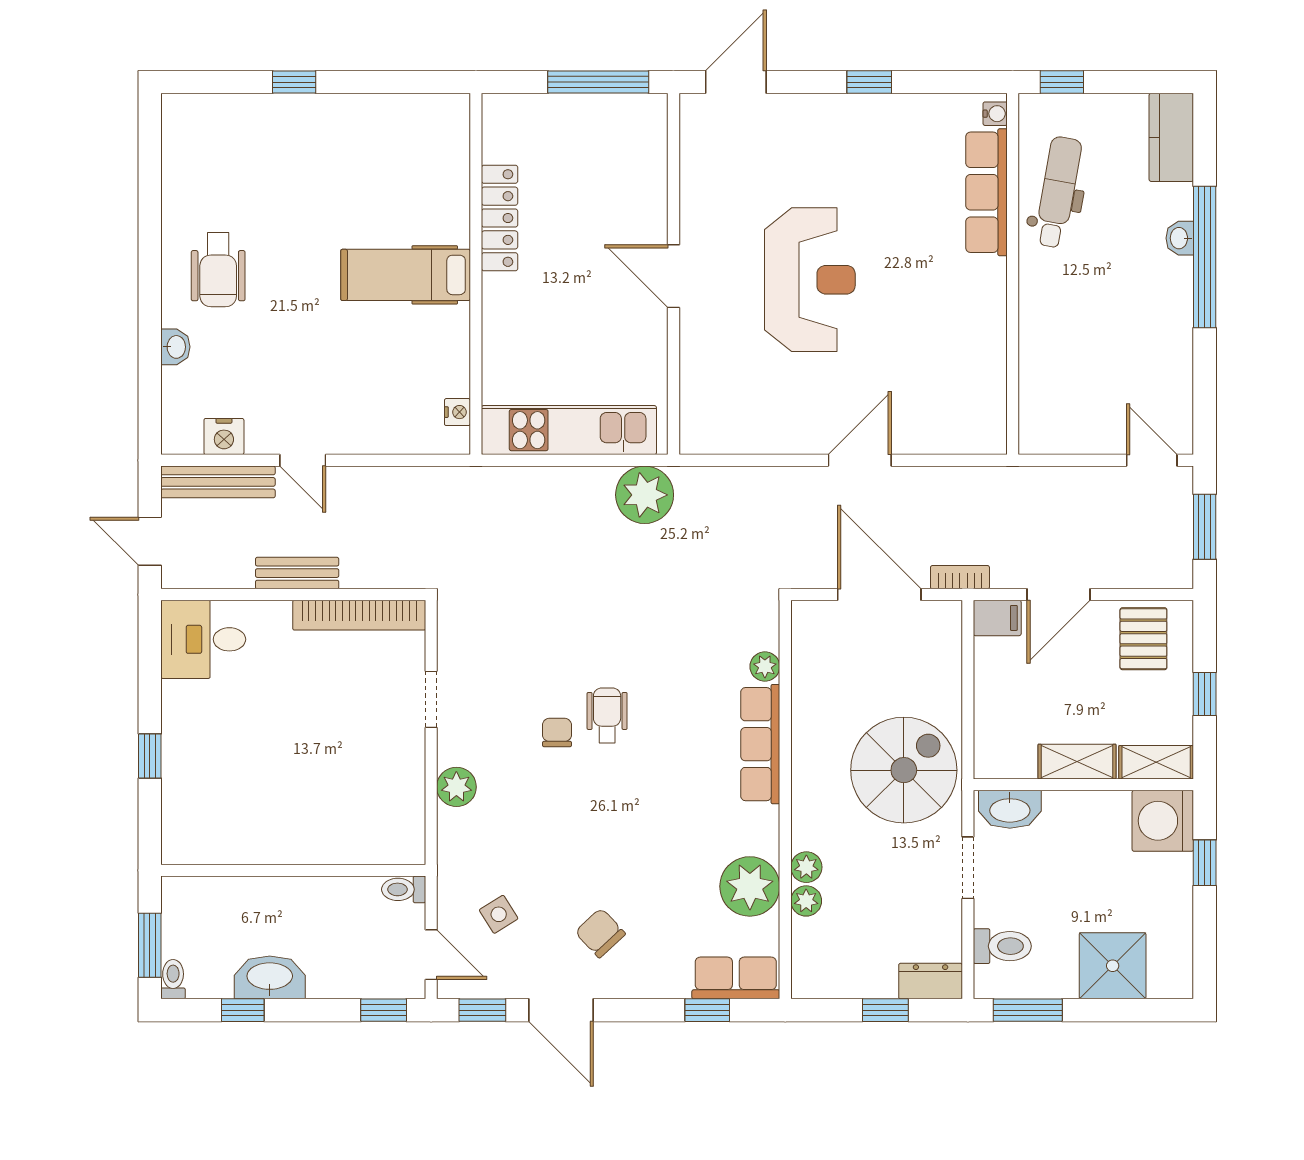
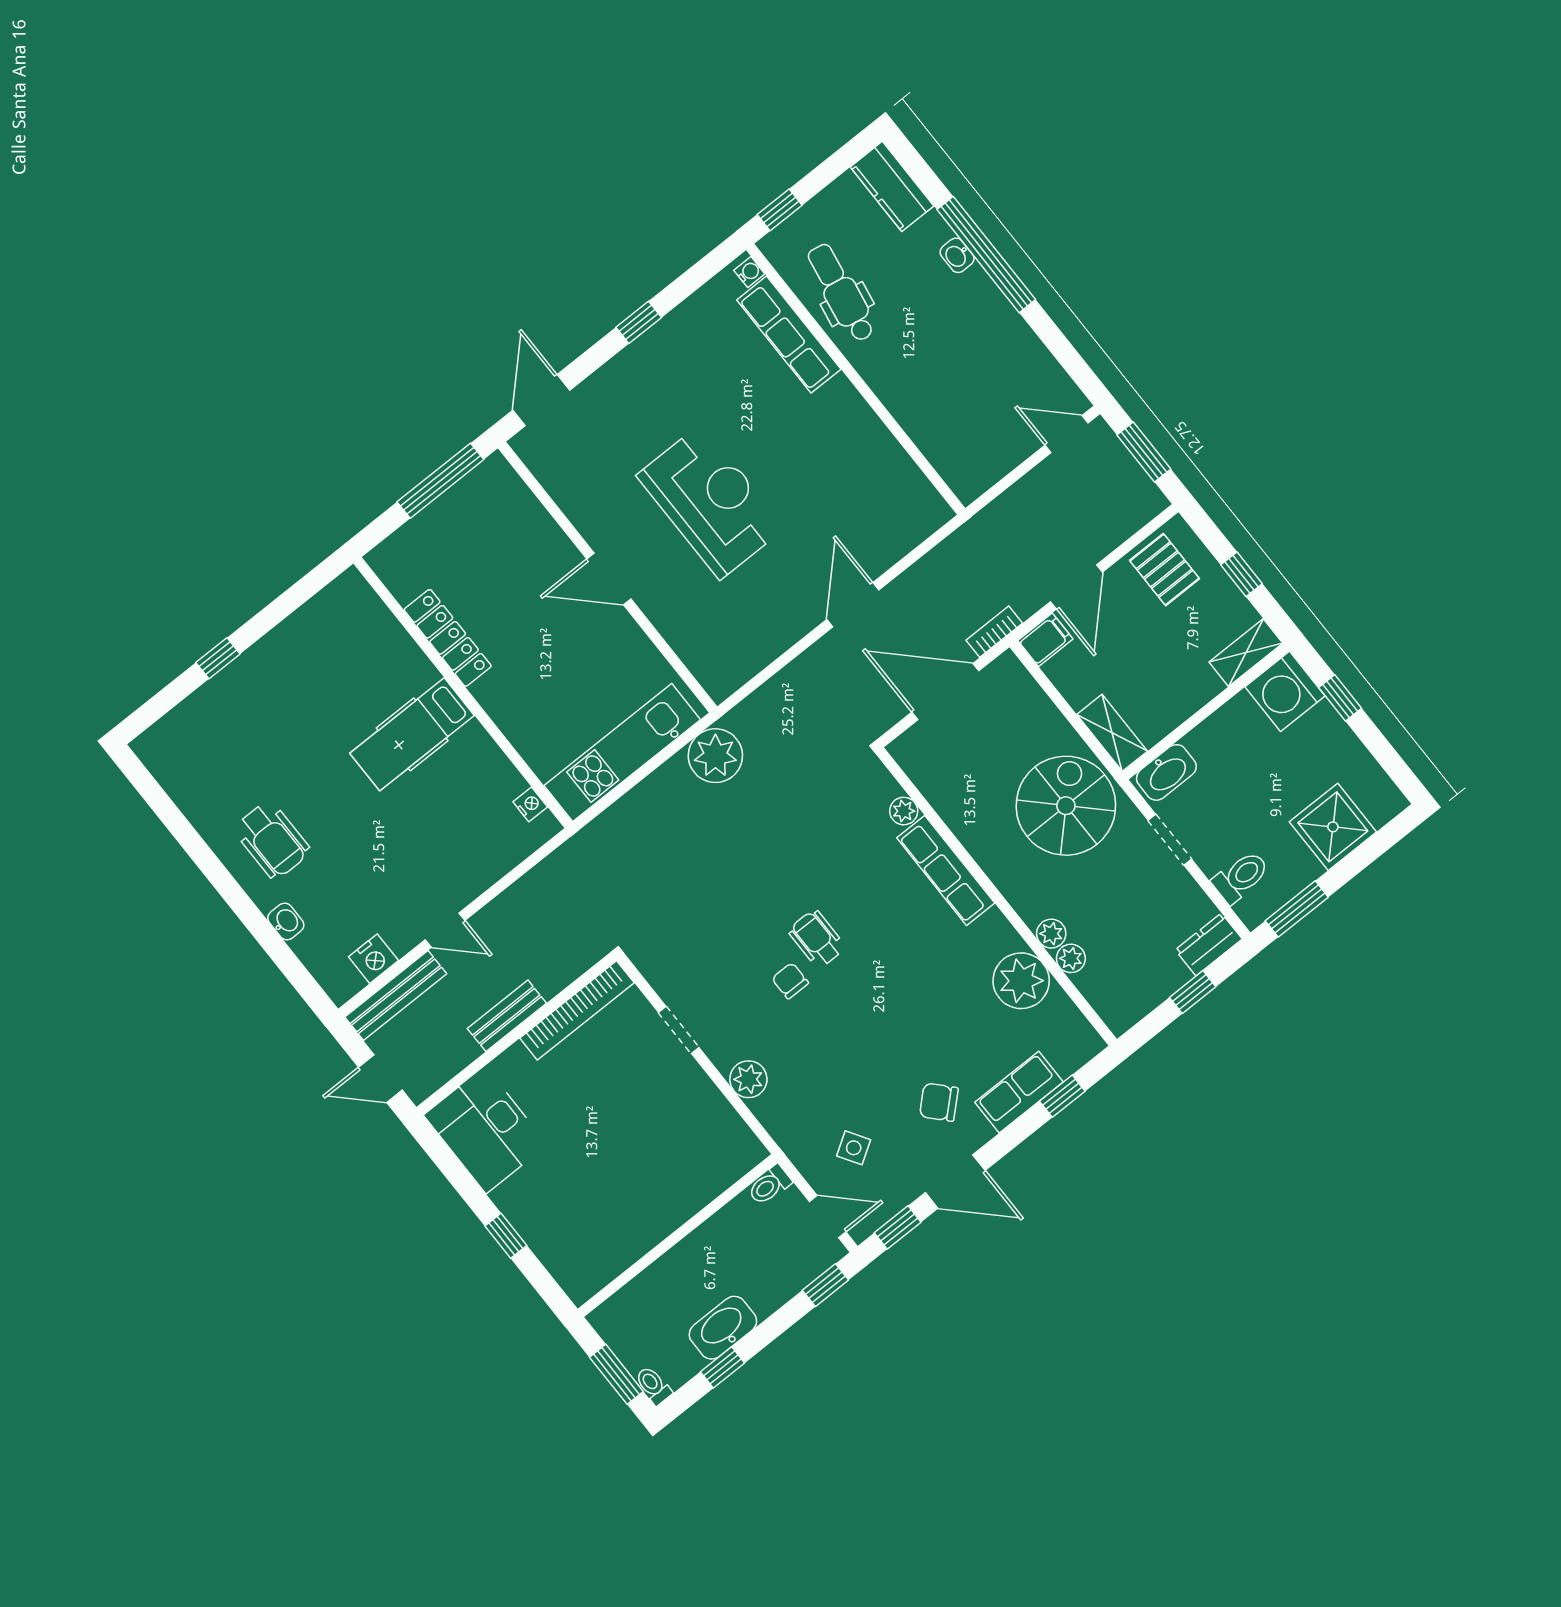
desk: (203, 639) -> (485, 1130), width x1.37
shelving: (1077, 762) -> (1112, 733), moved, turned 90
row of seats: (736, 978) -> (1019, 1092), moved

